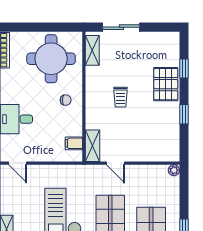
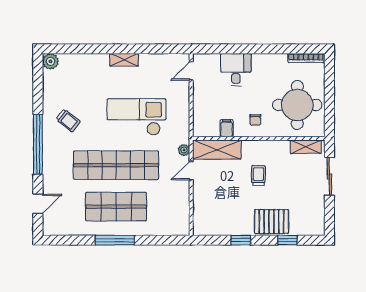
trolley: (120, 97) -> (258, 176), turned 91
filing cabinet: (74, 143) -> (227, 128), moved
shelving: (93, 146) -> (217, 150), width x1.50, depth x1.33
plant: (174, 170) -> (184, 150), moved

